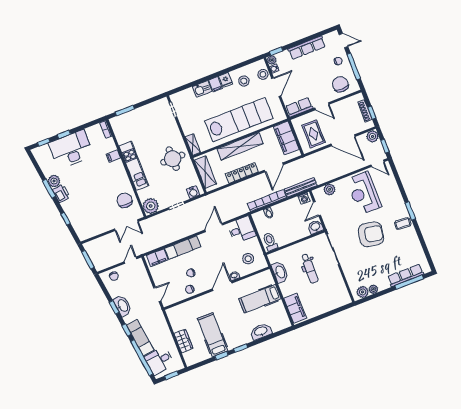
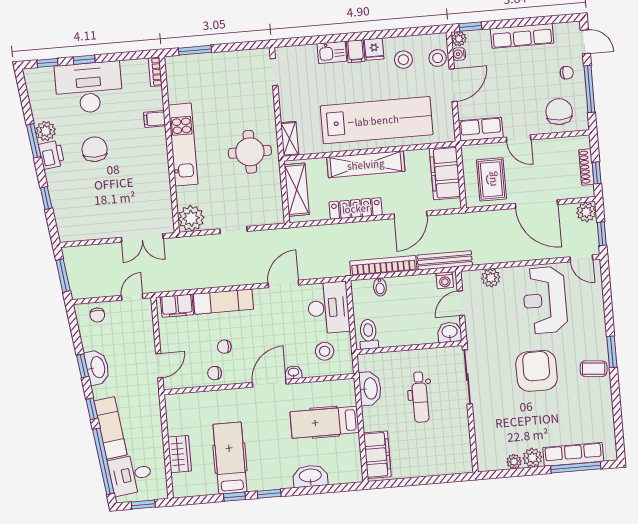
water cooler: (193, 192) -> (267, 216), removed
chair: (125, 200) -> (95, 149), moved
desk: (242, 230) -> (328, 308), width x1.37
armchair: (371, 234) -> (537, 371), turned -100
plant: (363, 292) -> (532, 458), moved

